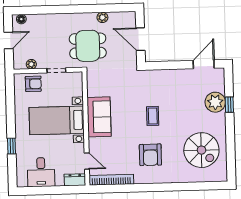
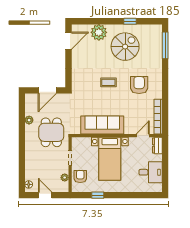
door: (204, 64) -> (69, 41), swing flipped
window: (229, 105) -> (130, 21), moved
sofa: (99, 117) -> (102, 125), width x1.36
window: (12, 146) -> (98, 195), moved
spiral stairs: (201, 150) -> (125, 47), moved
armchair: (150, 155) -> (139, 85), turned -90
window: (201, 186) -> (165, 45), added

